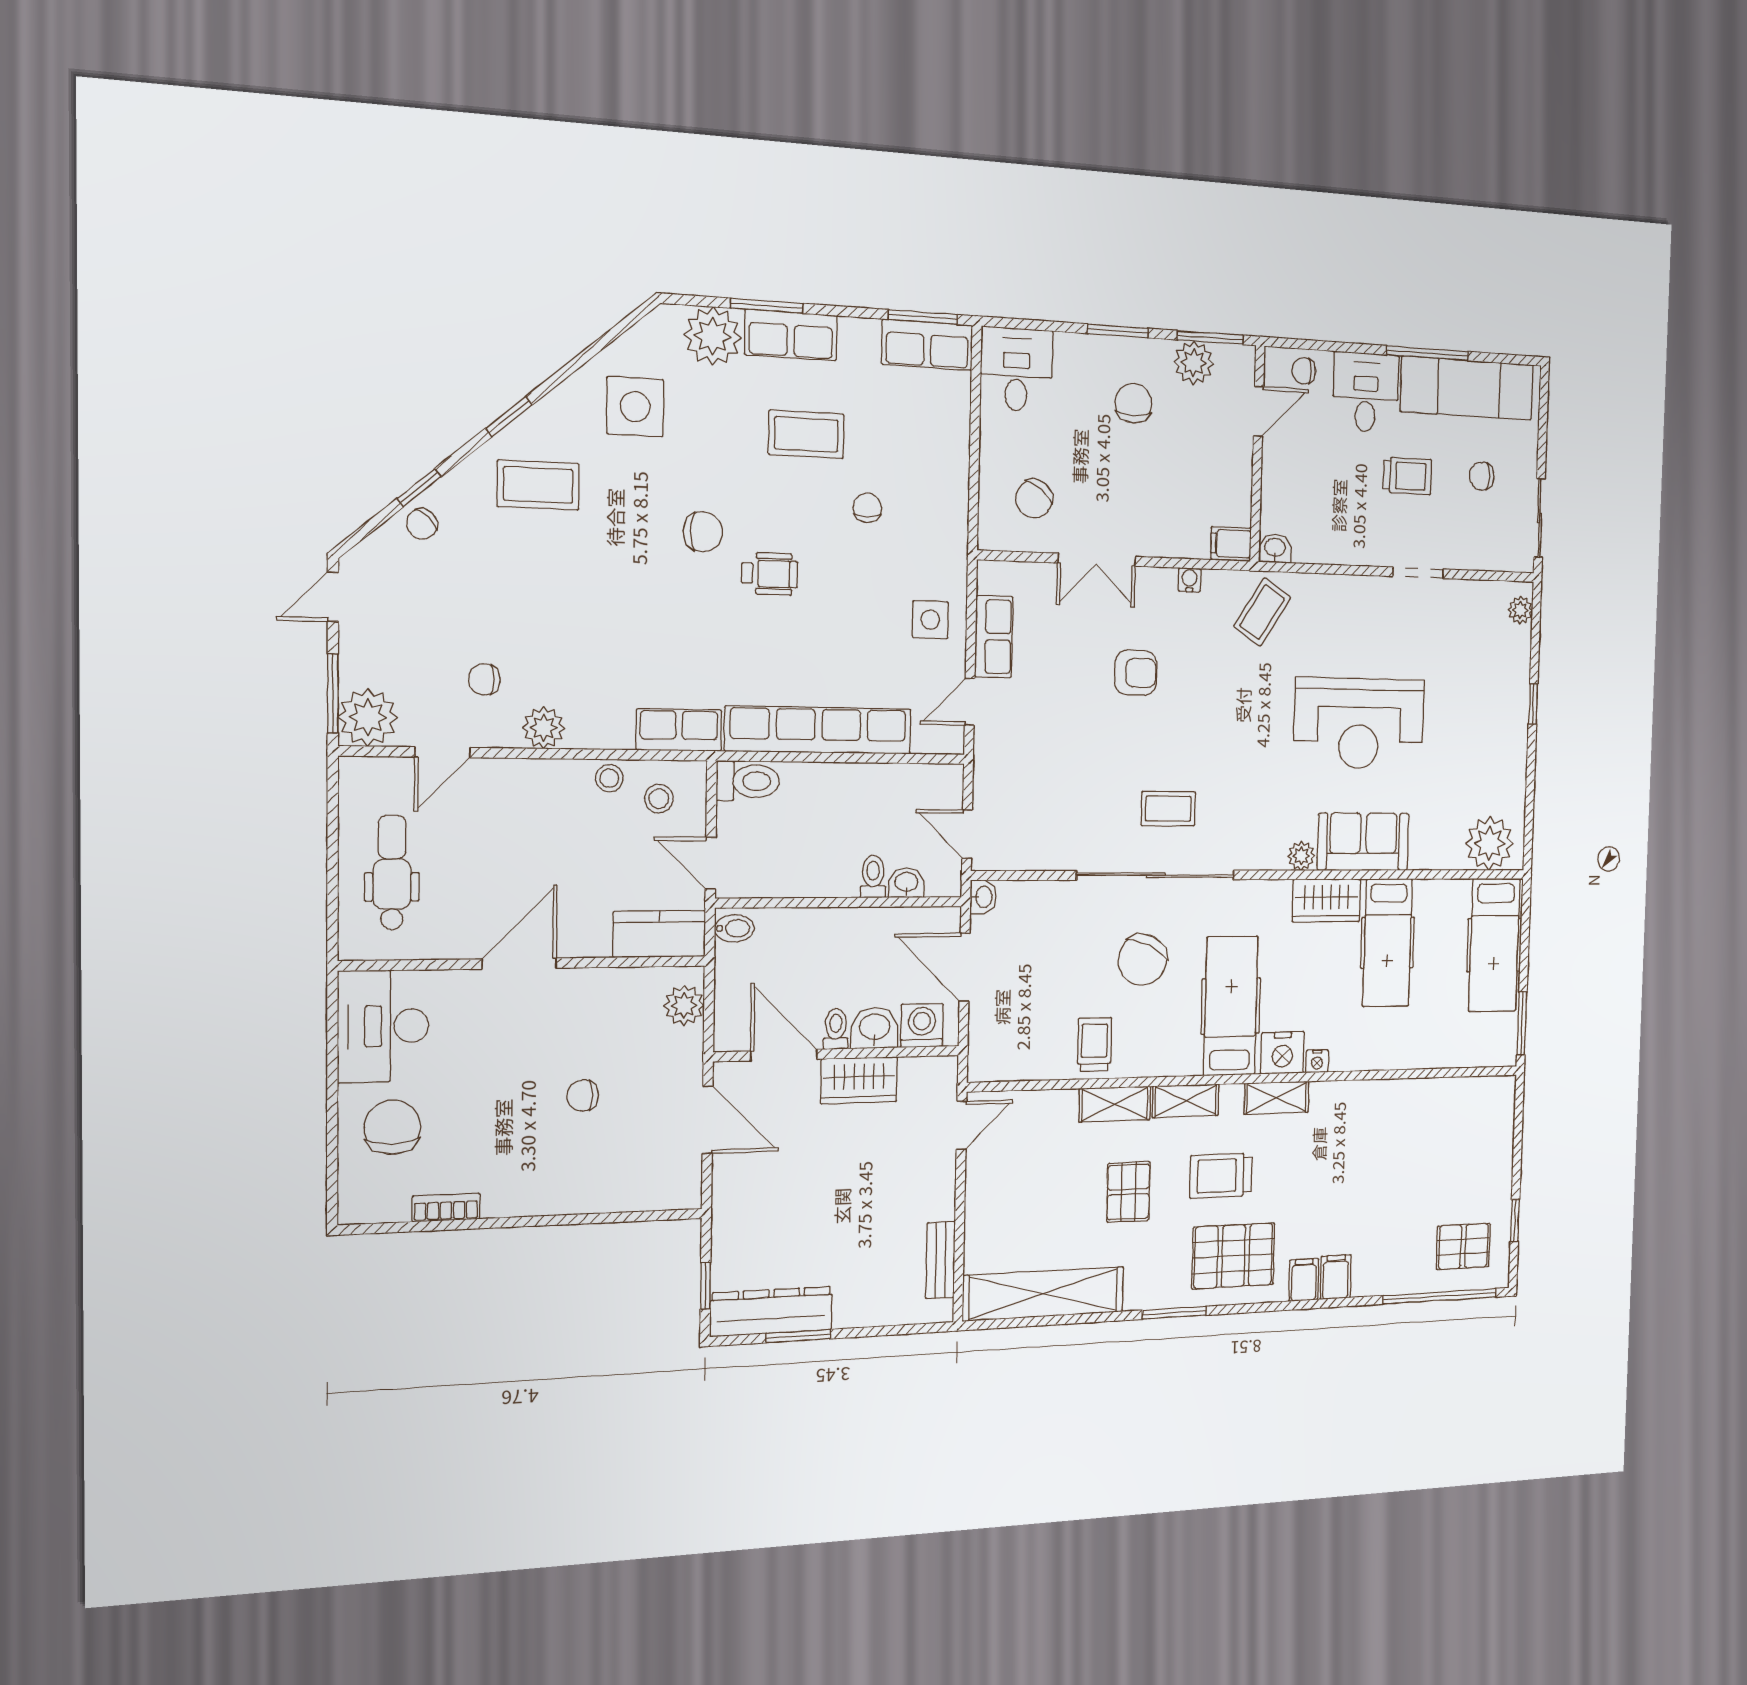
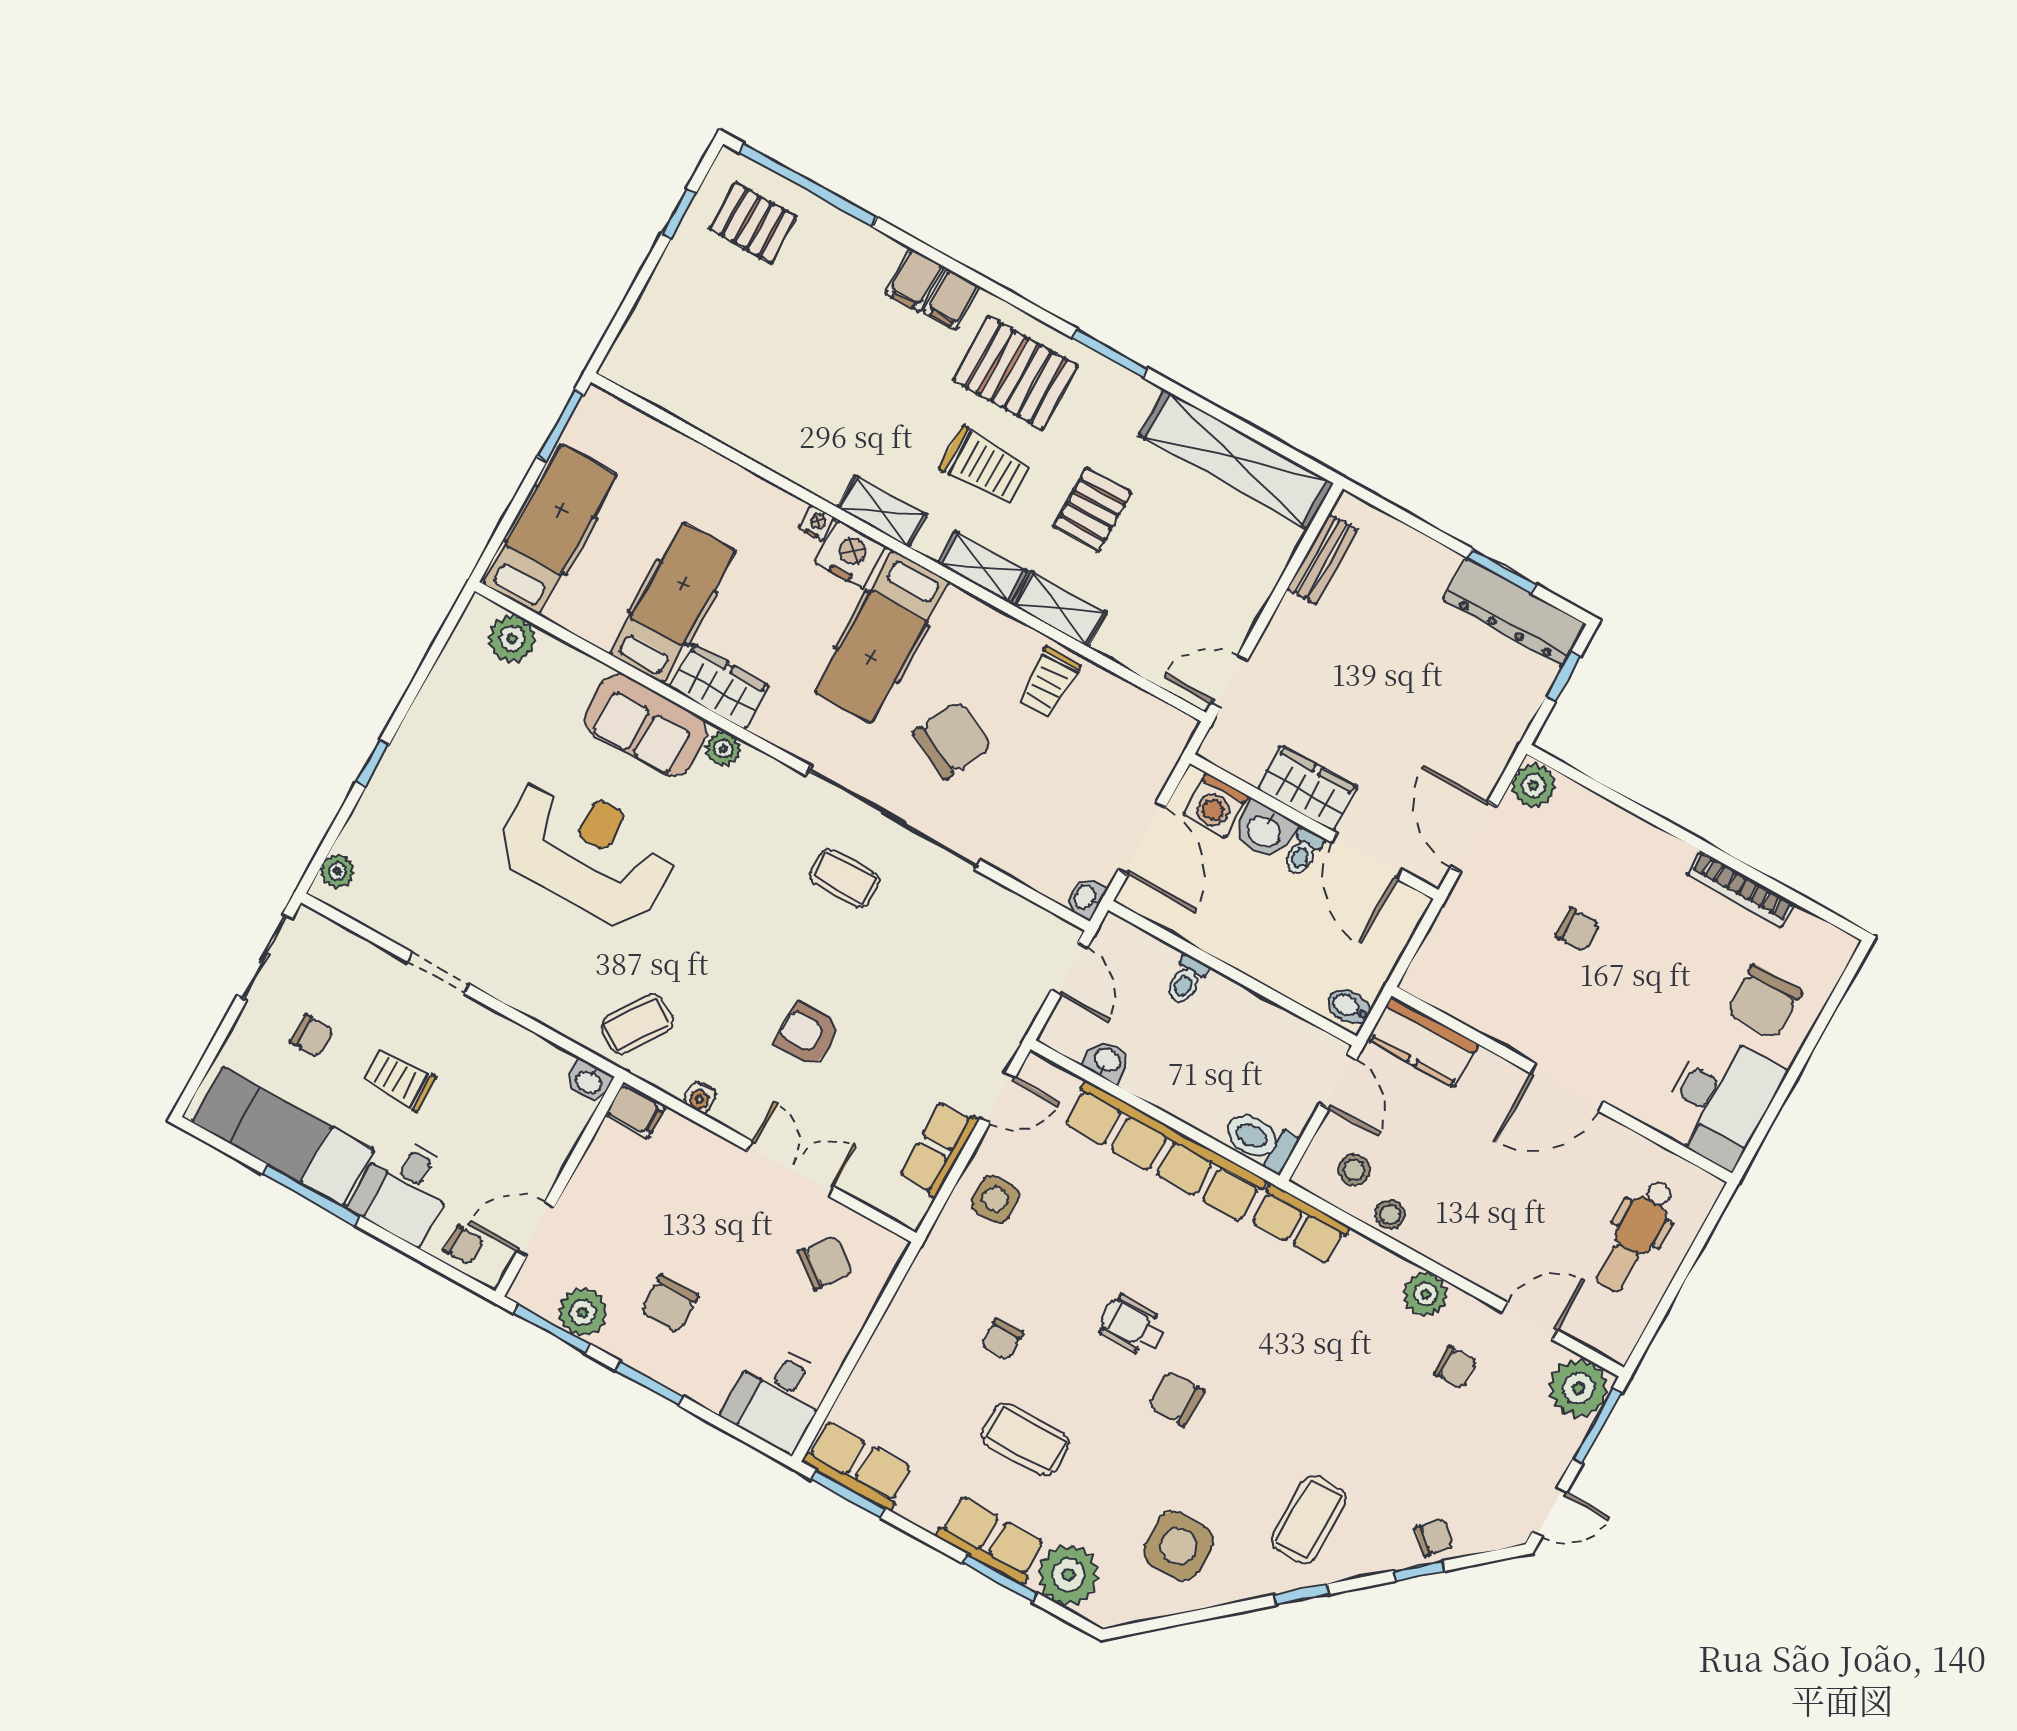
coffee table: (538, 485) -> (1309, 1519), turned 90
plant: (1489, 843) -> (512, 639), width x0.73, depth x0.73
washbasin: (906, 883) -> (1107, 1061), moved, turned 180
plant: (684, 1006) -> (1534, 786), moved
bookcase: (446, 1207) -> (1741, 889), width x1.56

